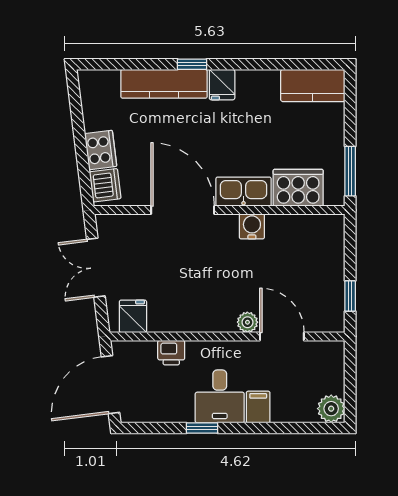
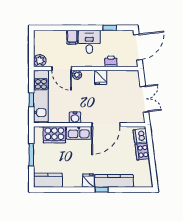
window: (350, 171) -> (31, 155), moved
door: (183, 210) -> (106, 125), hinge flipped
kitchen unit: (329, 274) -> (41, 96), added
window: (350, 296) -> (31, 100), moved
fridge: (133, 316) -> (101, 77), moved
plant: (331, 409) -> (40, 61), moved
window: (202, 428) -> (110, 28), moved

